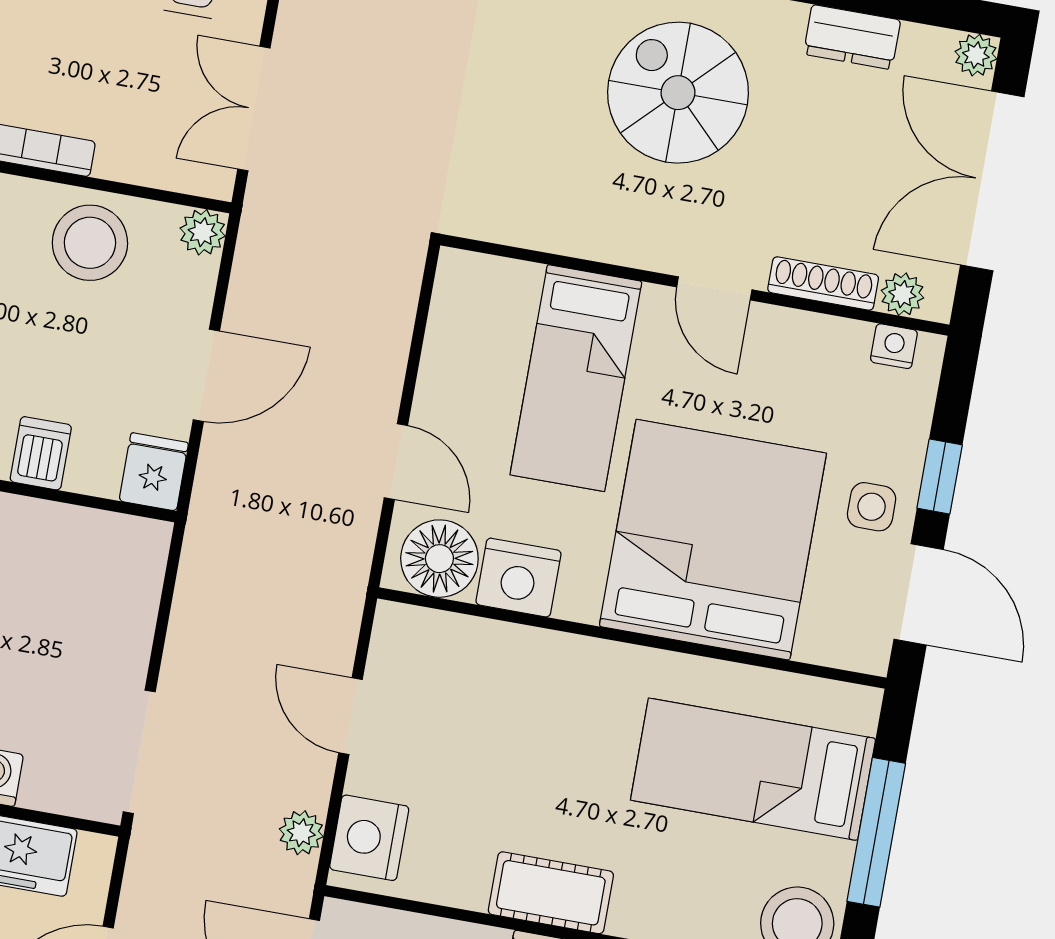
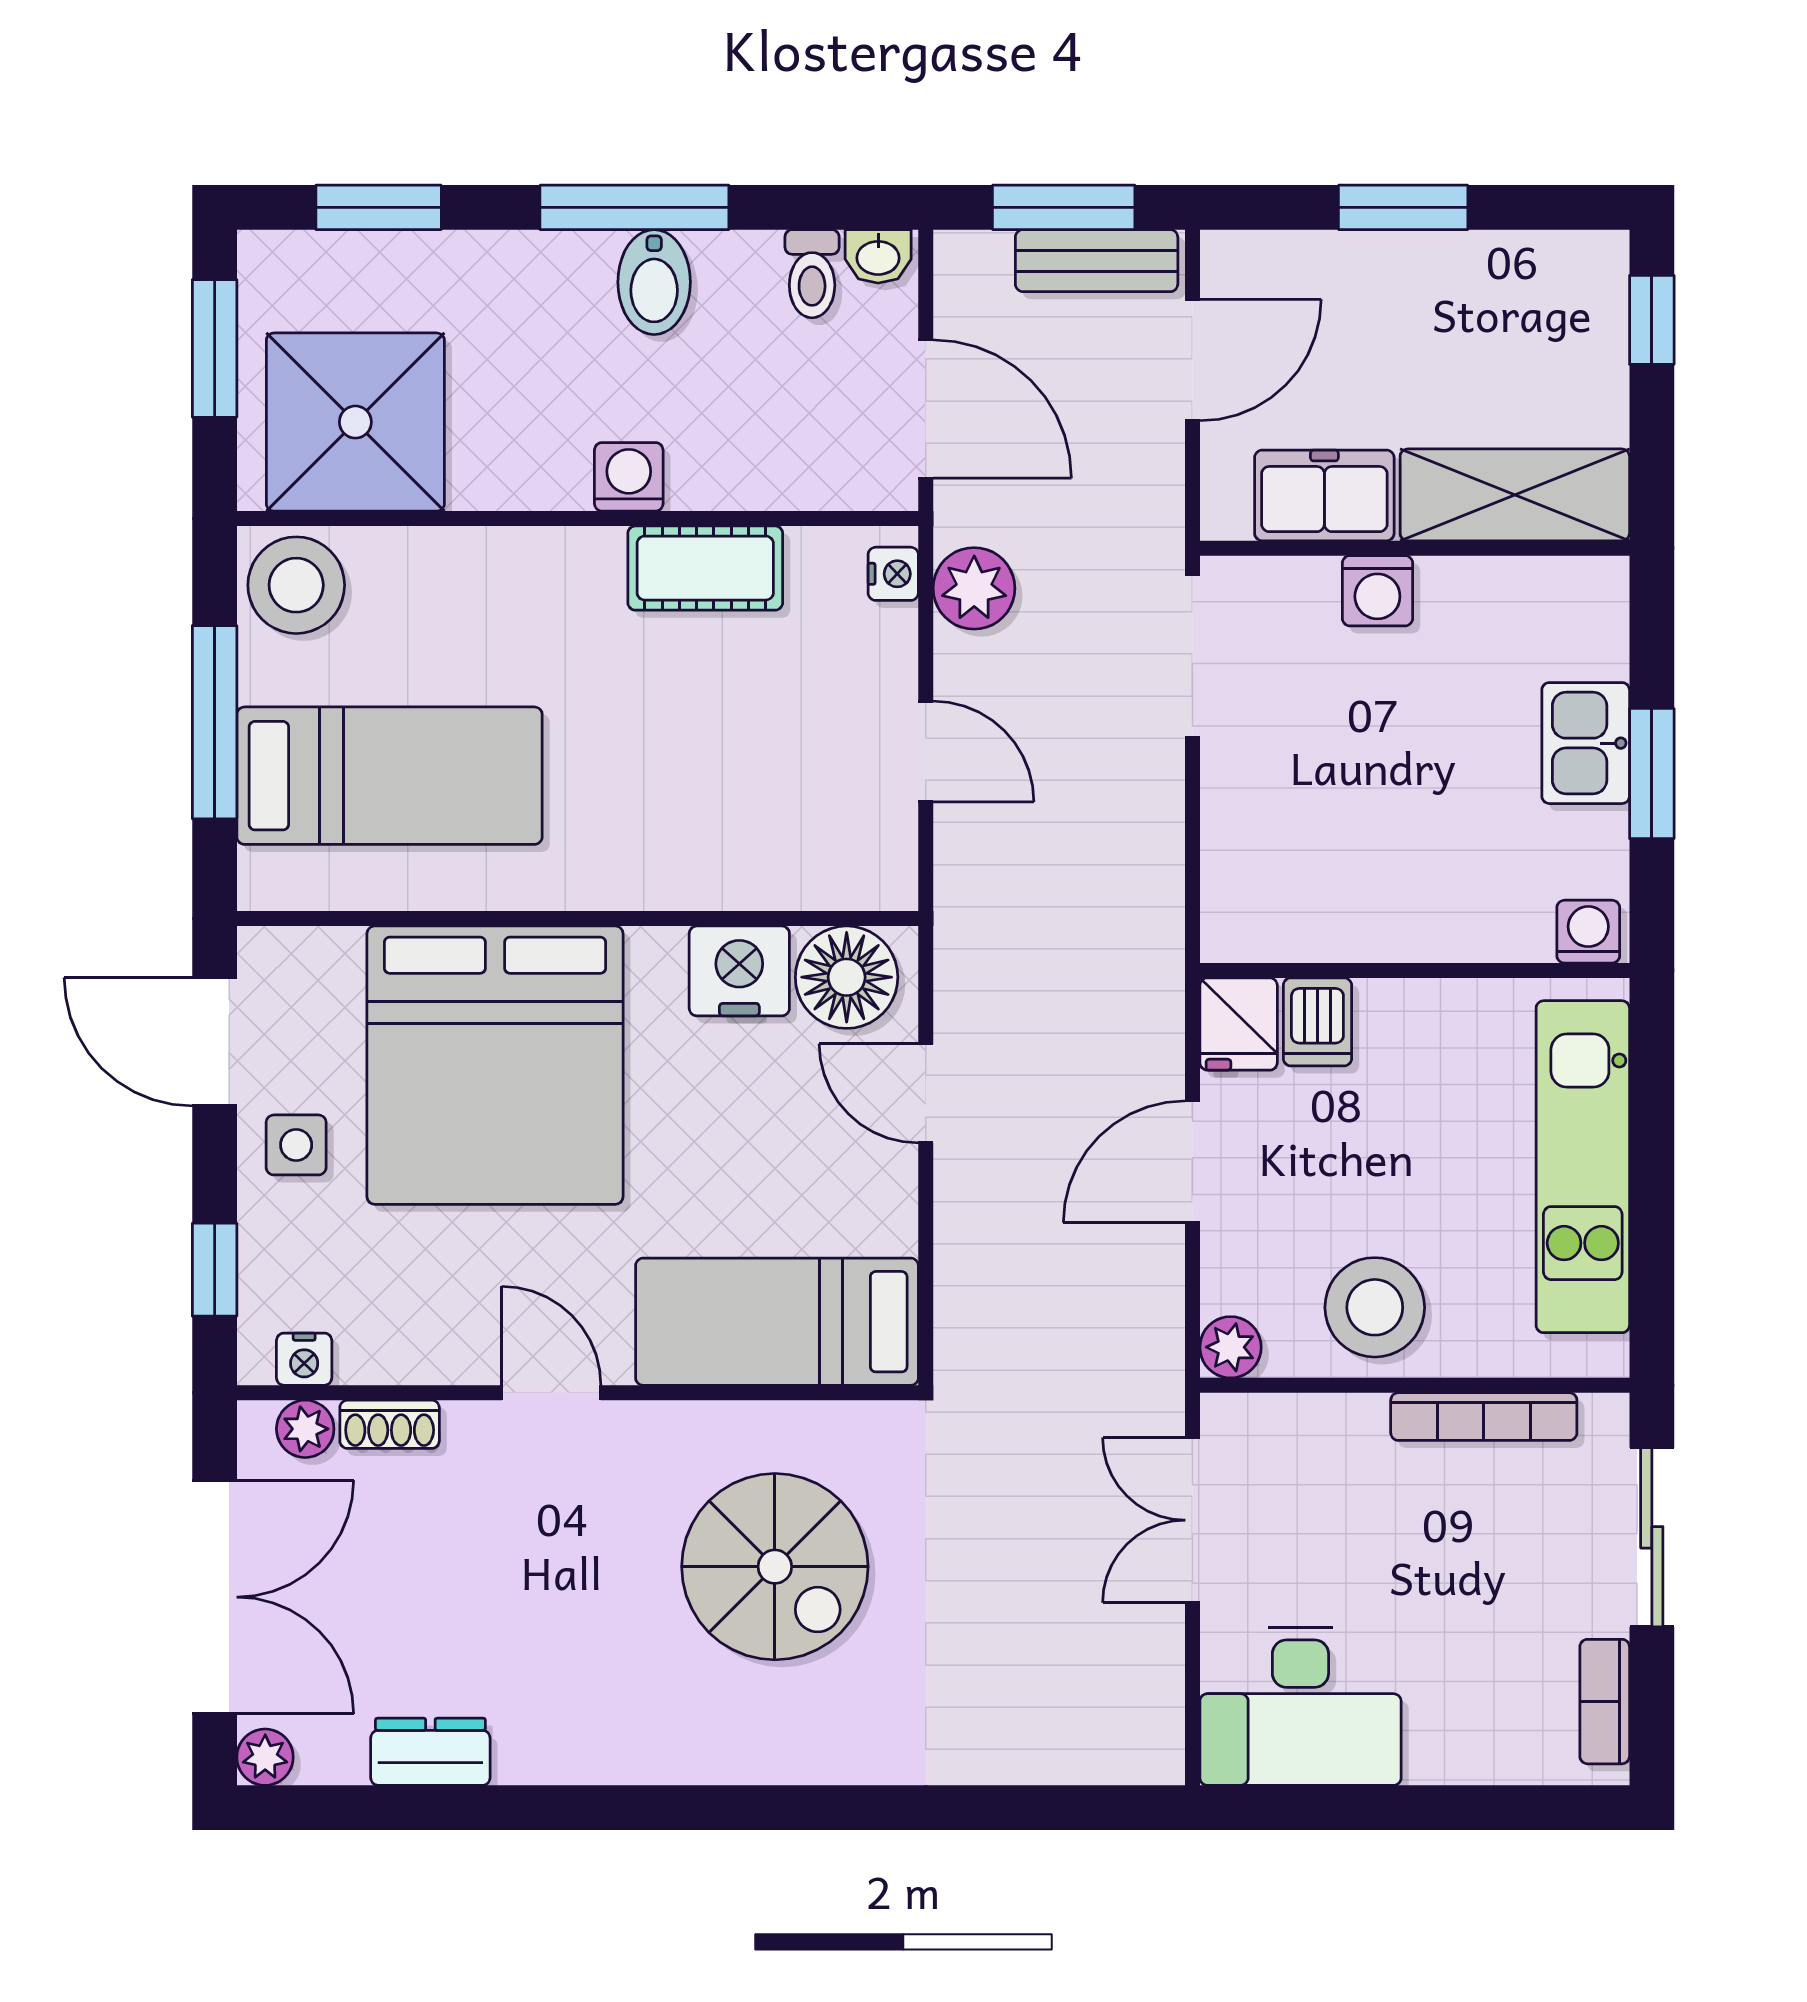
spiral stairs: (678, 93) -> (775, 1567), moved
double door: (254, 109) -> (1192, 1520), swing flipped
shoe rack: (823, 284) -> (390, 1424), width x0.70
bed: (576, 378) -> (777, 1322), moved, turned -90
dishwasher: (41, 453) -> (1317, 1022), moved
window: (940, 476) -> (215, 1270), moved
plant: (301, 833) -> (974, 588), width x1.38, depth x1.38
nightstand: (369, 838) -> (893, 574), width x0.53, depth x0.56
cot: (551, 893) -> (705, 568), moved

